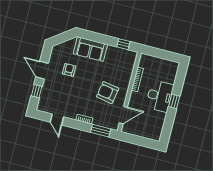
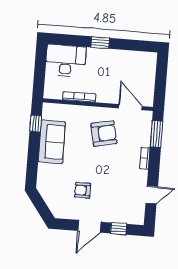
sofa: (90, 49) -> (52, 142), moved
armchair: (108, 93) -> (104, 133), turned -112
desk: (160, 96) -> (66, 61), moved

